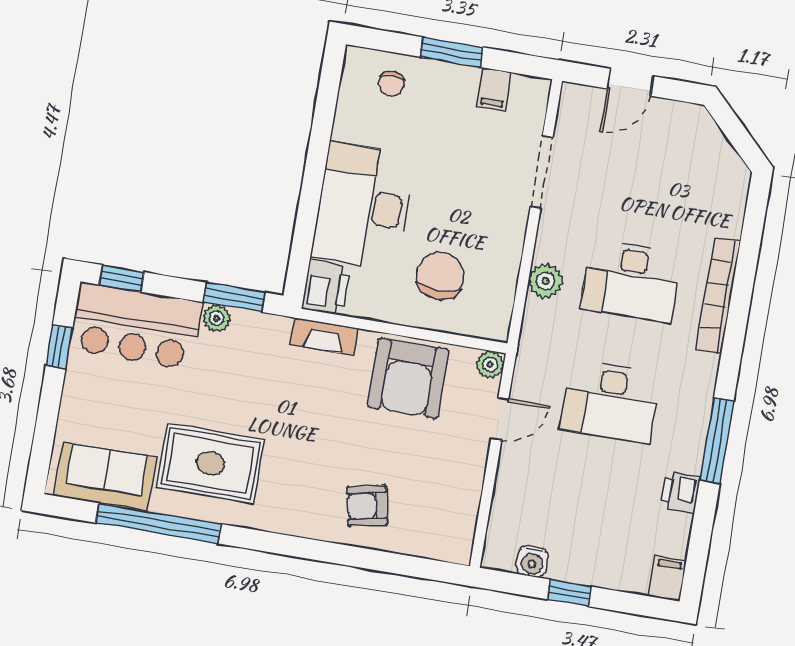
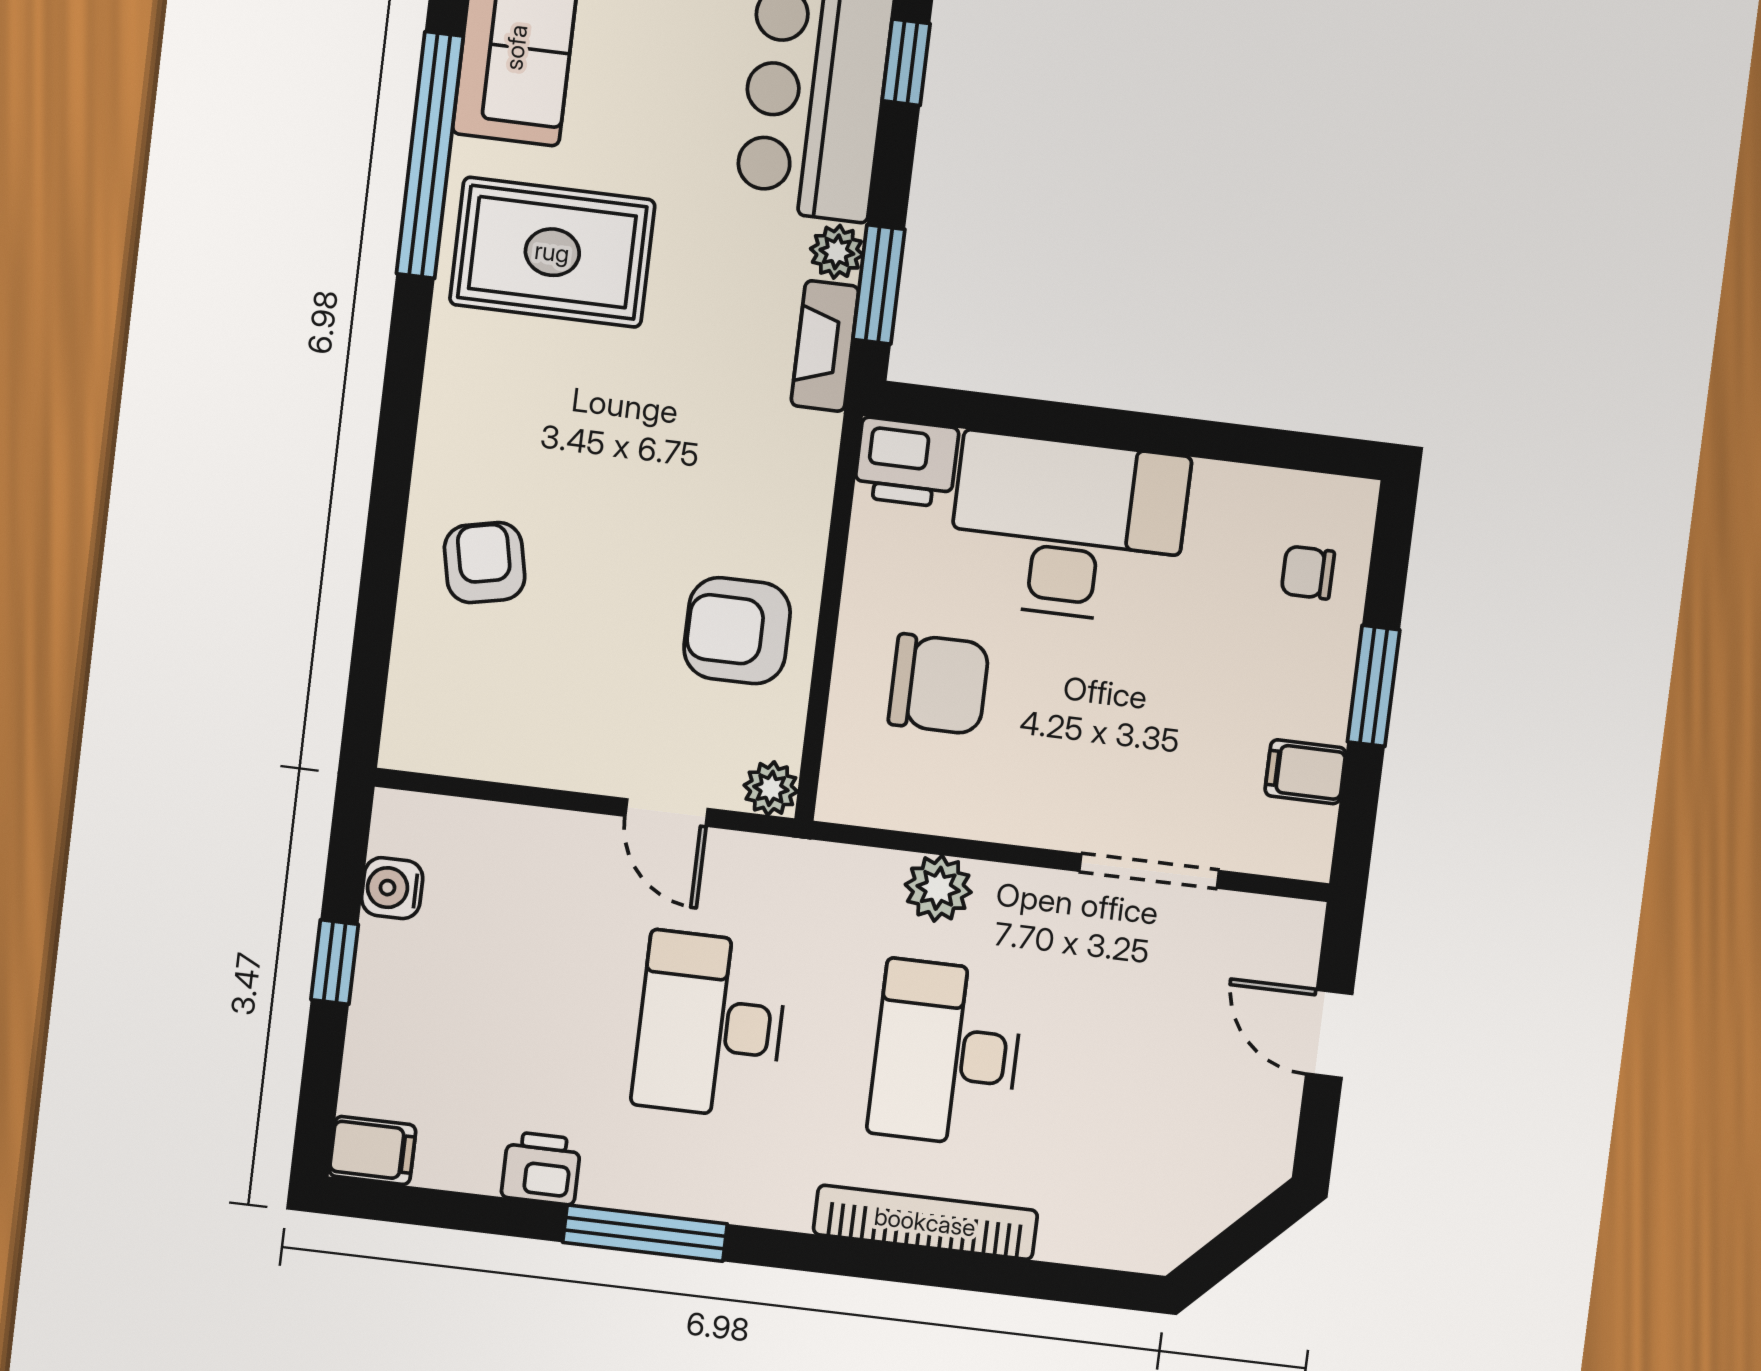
fireplace: (324, 336) -> (825, 346), moved
armchair: (408, 378) -> (737, 631), width x0.73, depth x0.73
rug: (210, 463) -> (552, 252), turned 90

